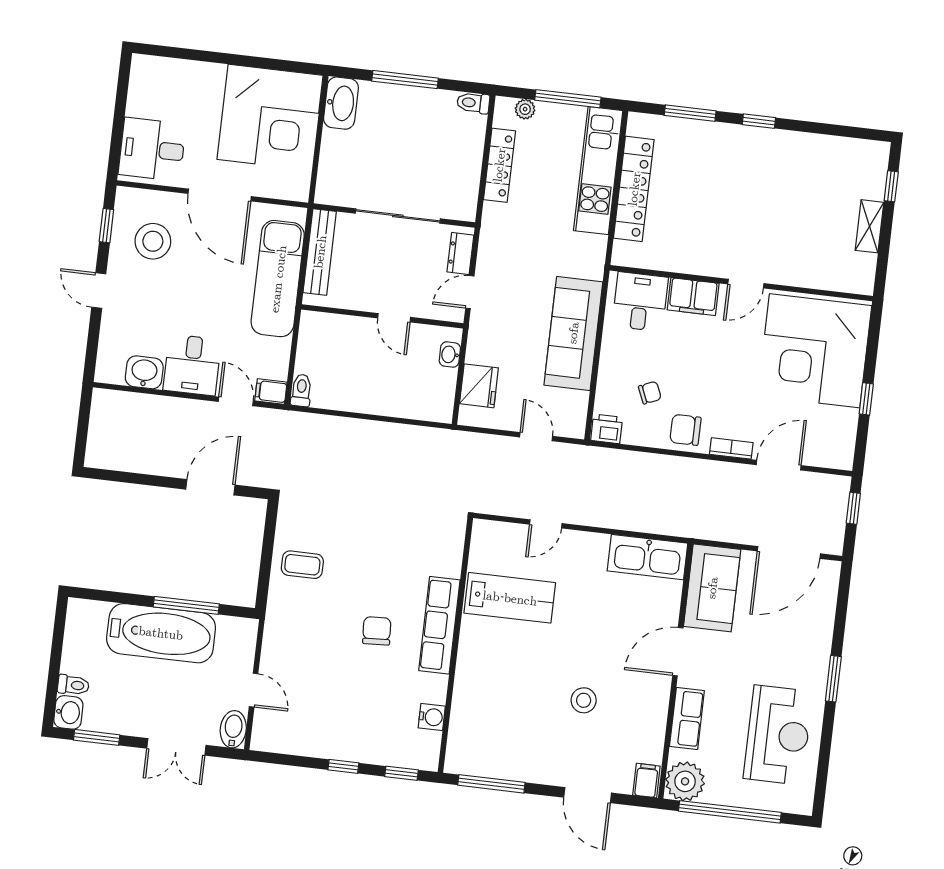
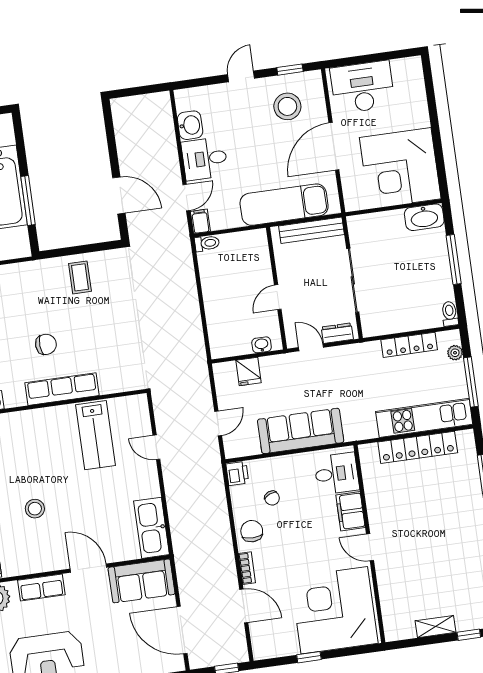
desk: (152, 149) -> (362, 87), width x1.37
fridge: (479, 386) -> (248, 371), width x0.72

